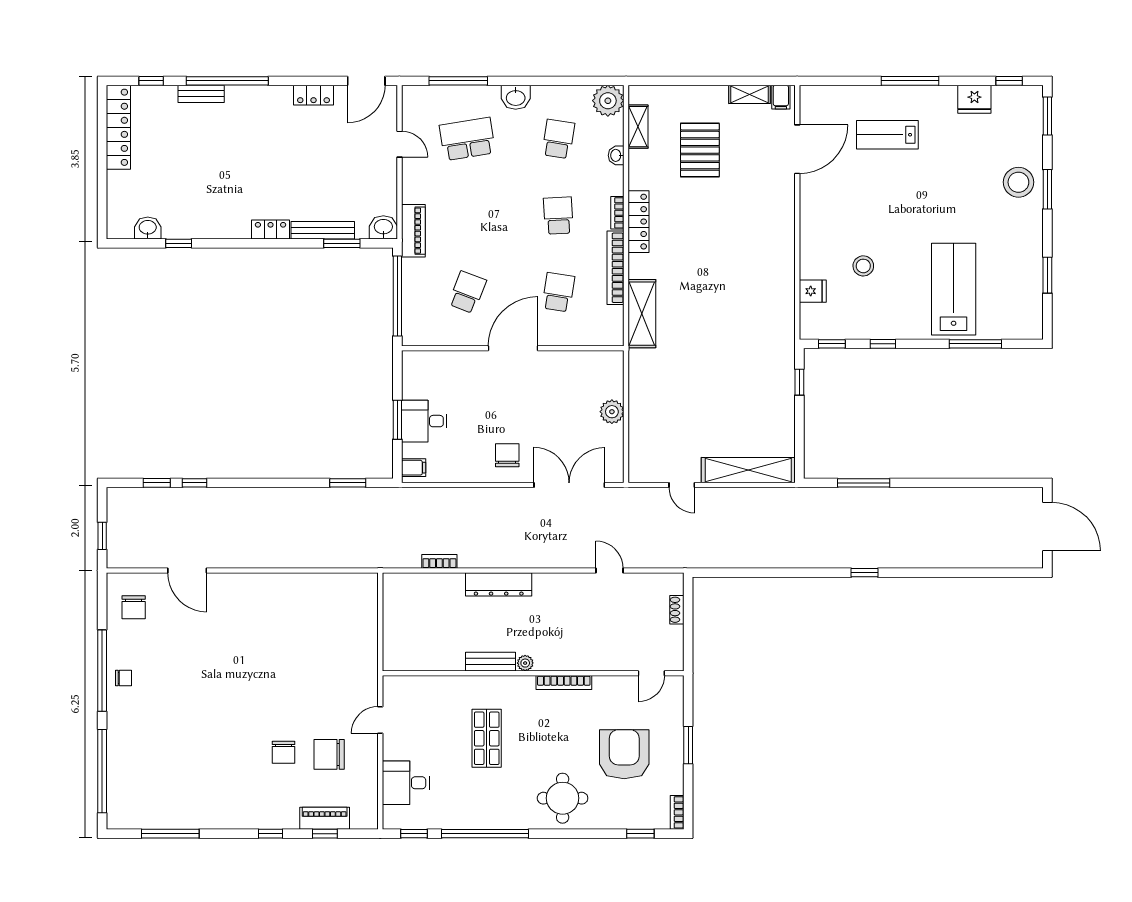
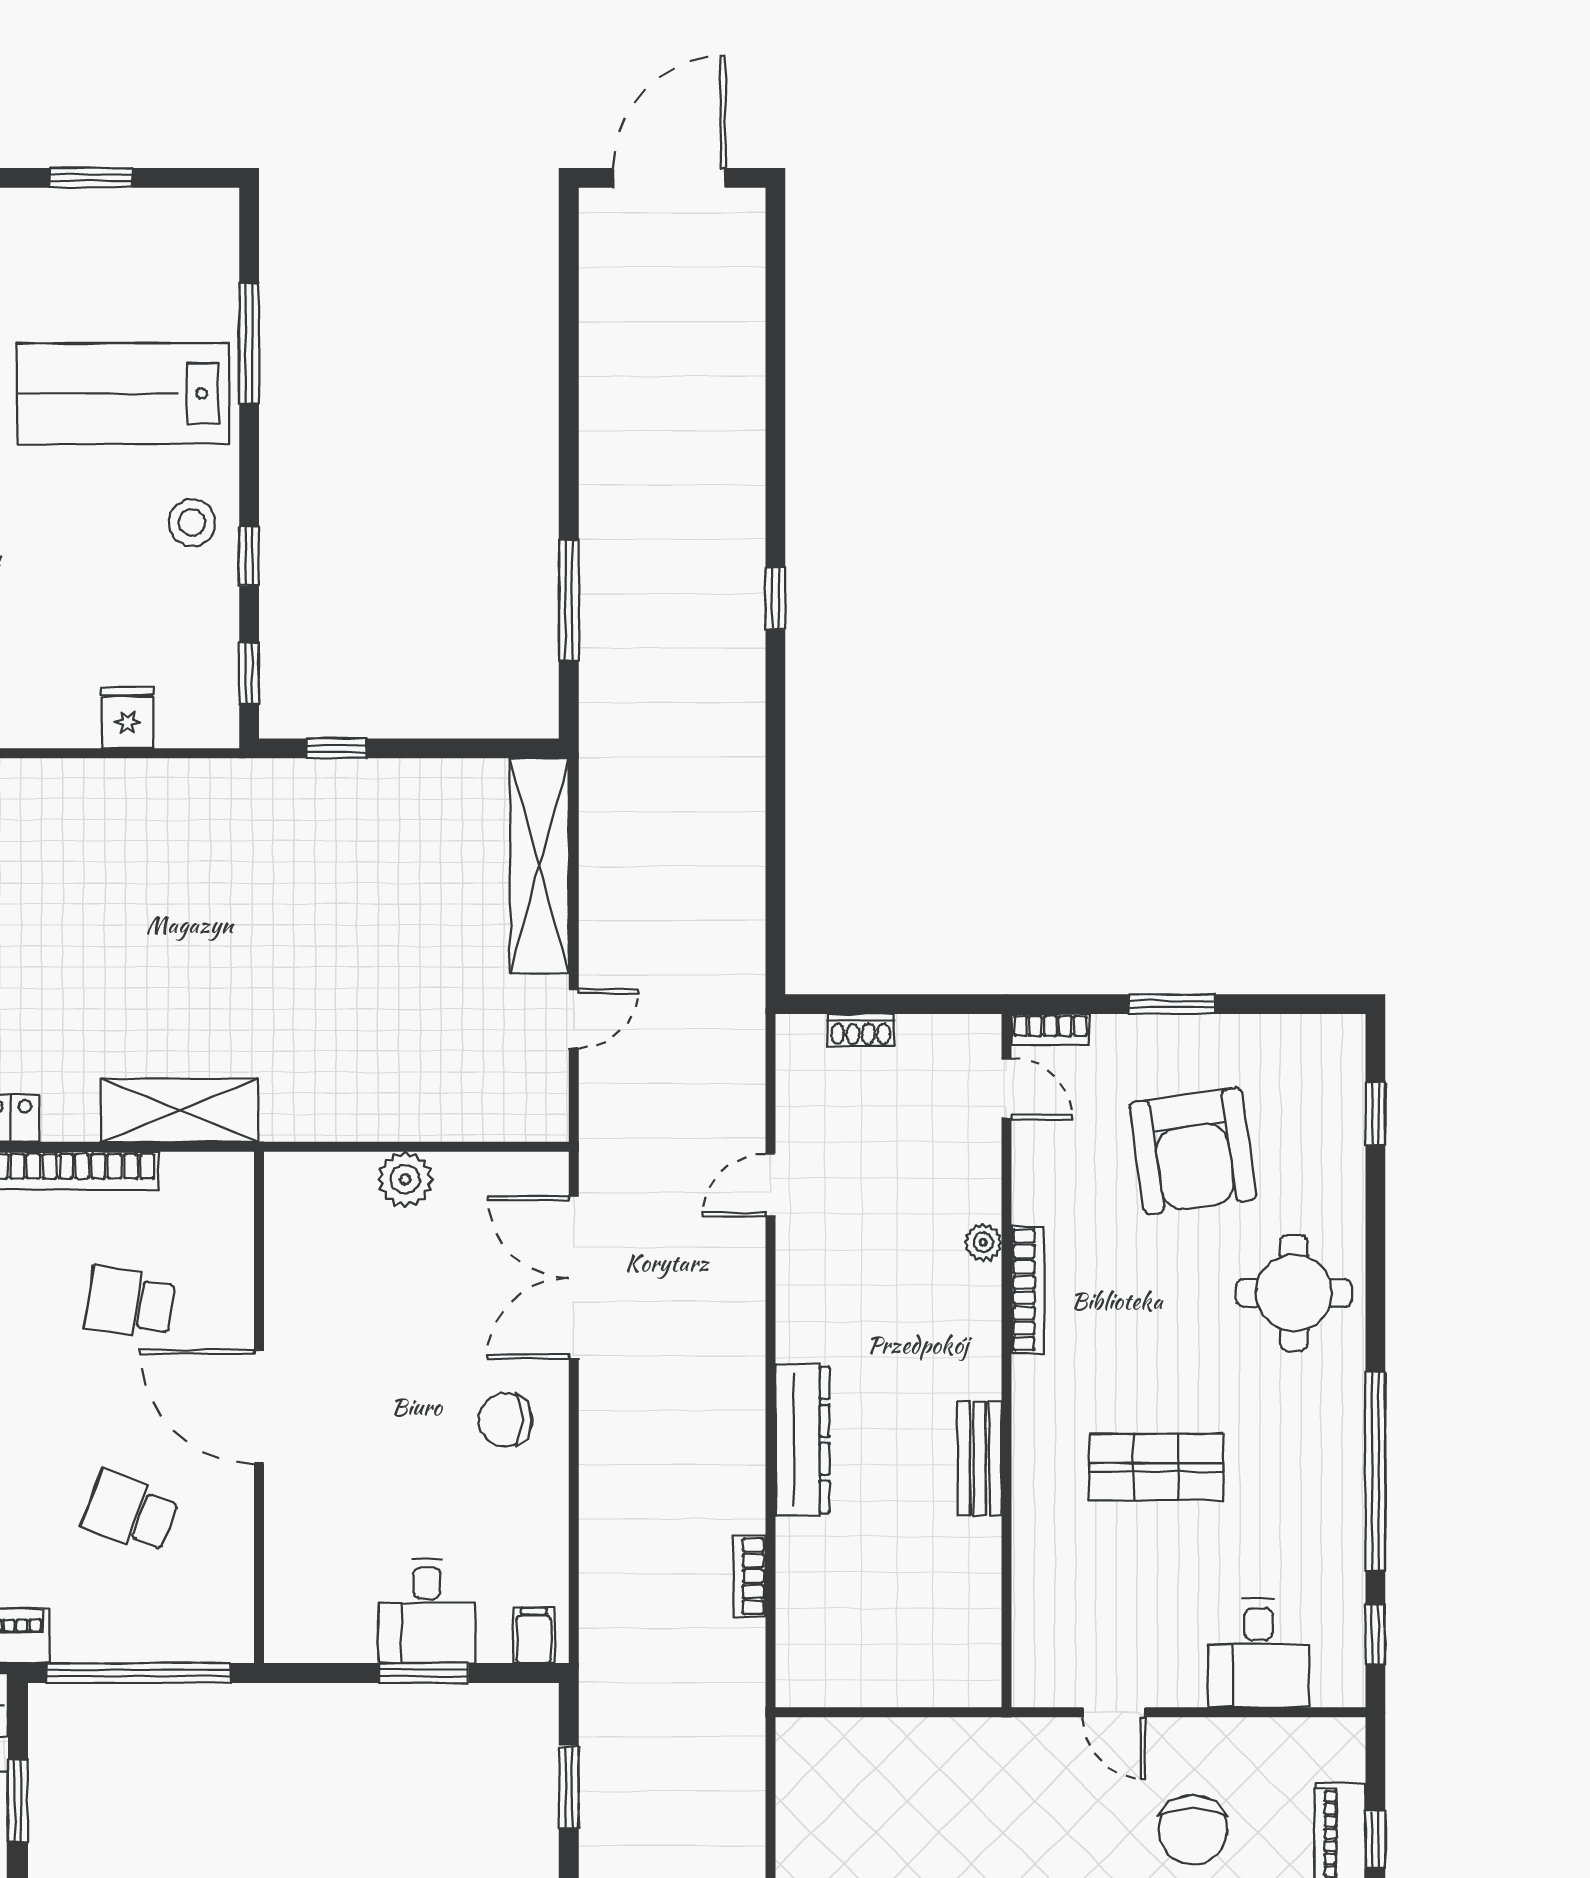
stool: (863, 266) -> (192, 523), moved
plant: (525, 663) -> (983, 1242), moved
armchair: (624, 754) -> (1193, 1151), turned -98
bookcase: (677, 812) -> (1050, 1030), moved

